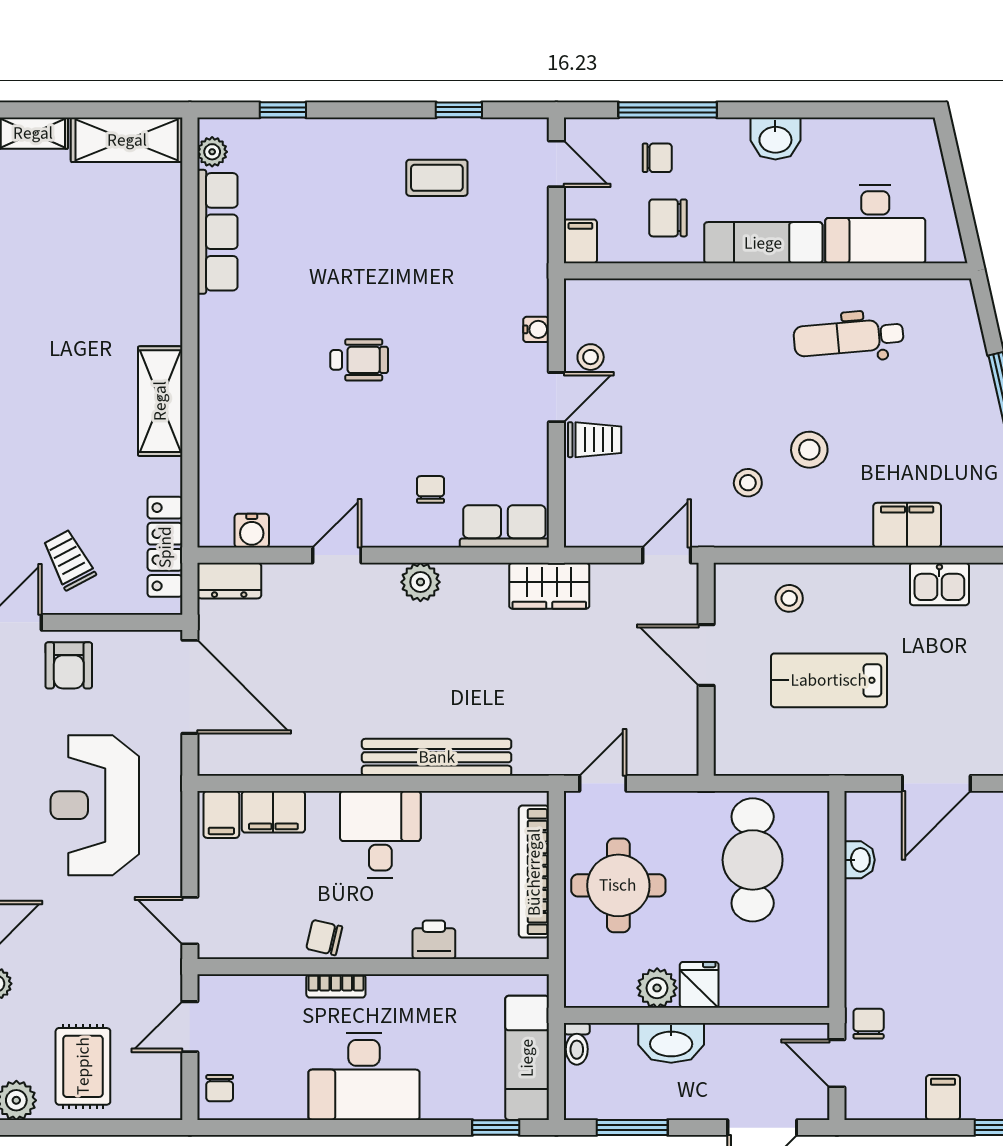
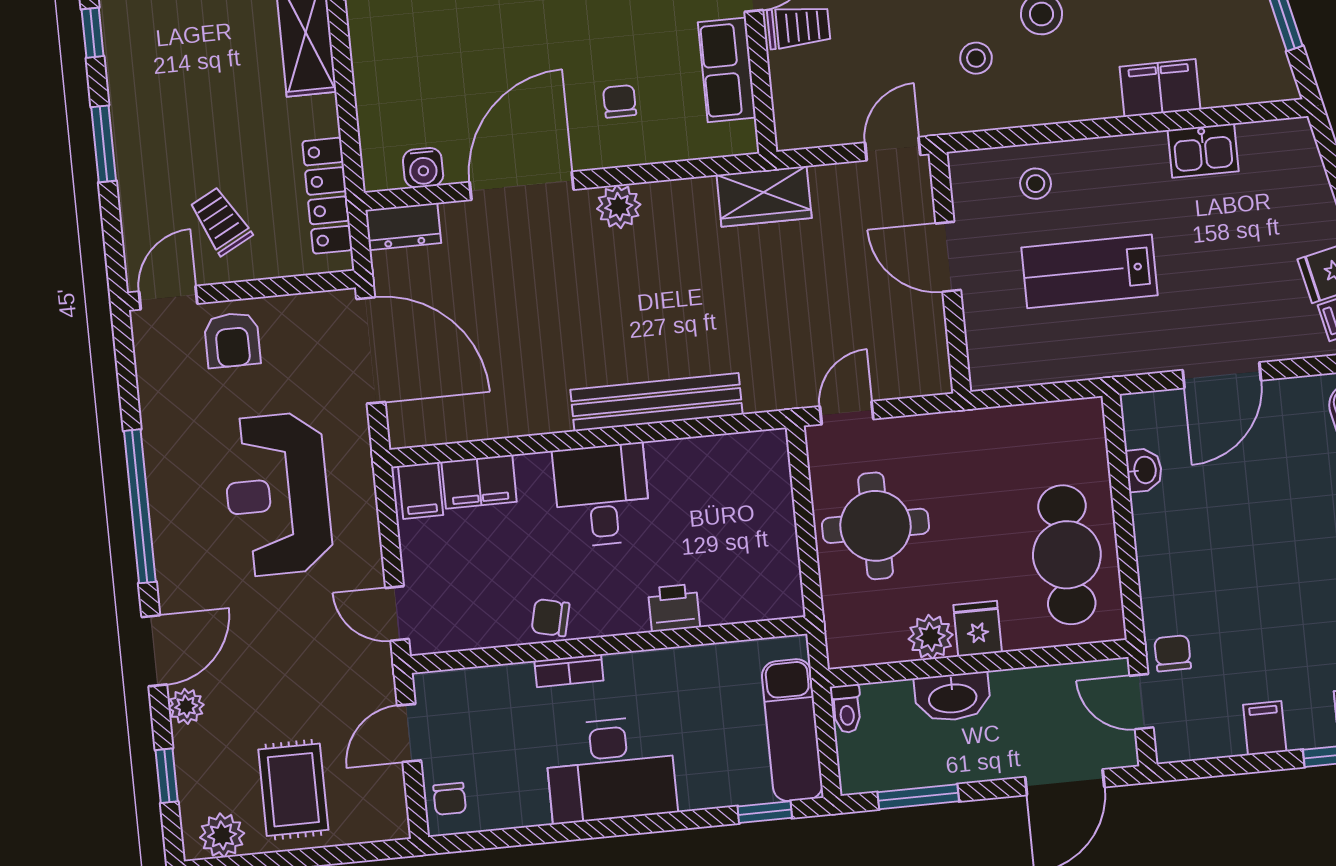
row of seats: (504, 526) -> (727, 70), moved, turned -90
door: (337, 555) -> (522, 186), width x1.88
cafe table: (753, 860) -> (1067, 555), moved
bookcase: (534, 872) -> (779, 520), removed

